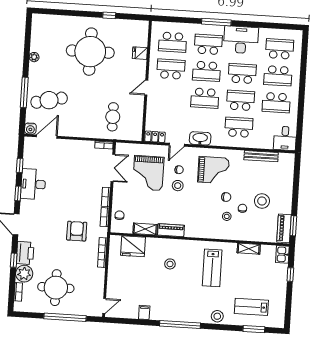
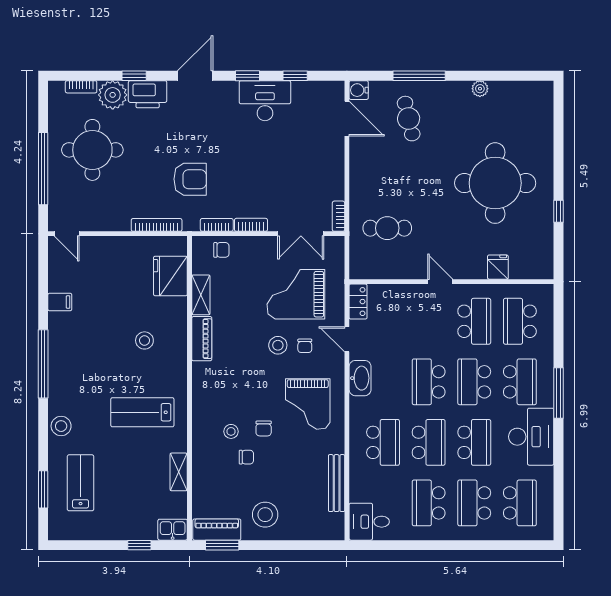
cafe table: (49, 100) -> (409, 119), width x0.73, depth x0.74
stool: (262, 201) -> (265, 515), moved

